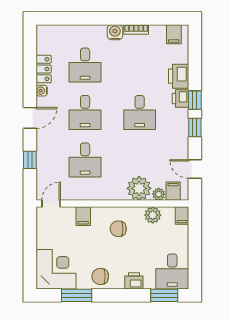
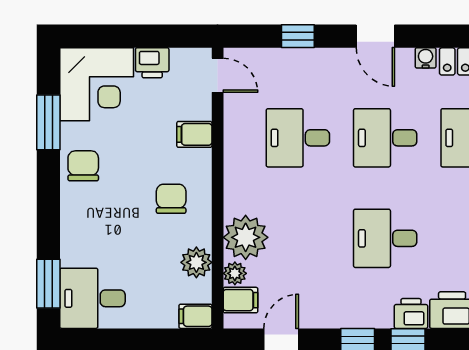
printer: (134, 281) -> (152, 63), moved, turned 90

